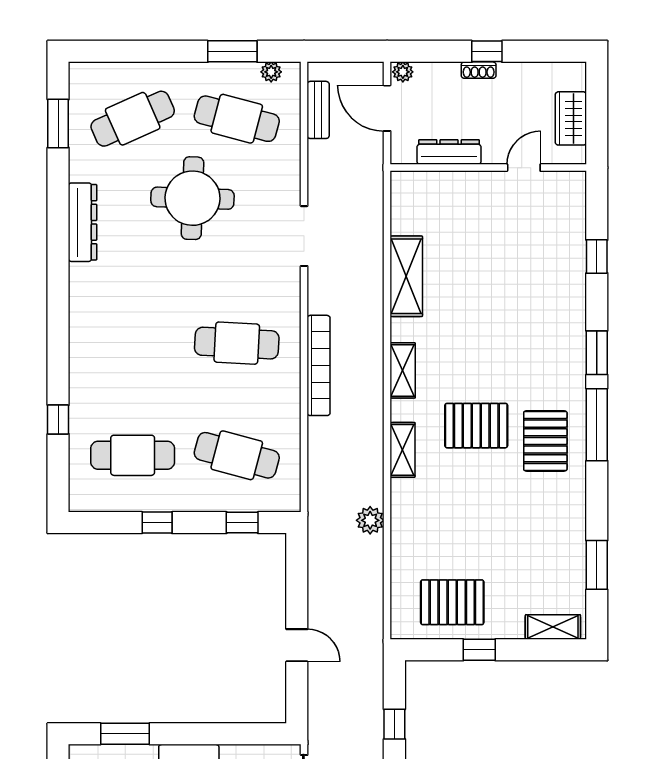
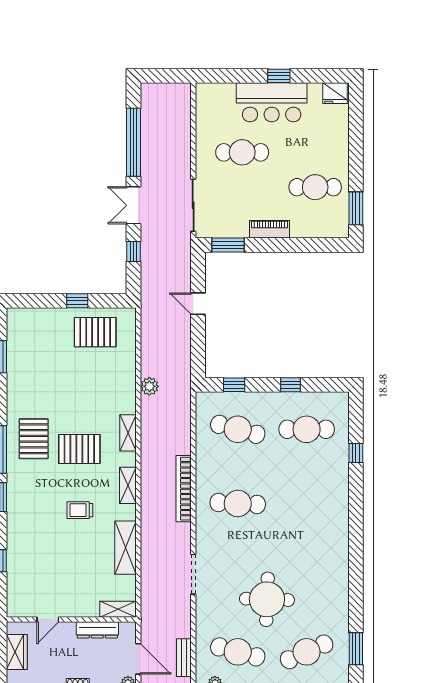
dresser: (82, 222) -> (340, 583), removed
trolley: (475, 333) -> (80, 510), added
shelving: (553, 627) -> (118, 609), moved
window: (125, 734) -> (228, 245), moved

